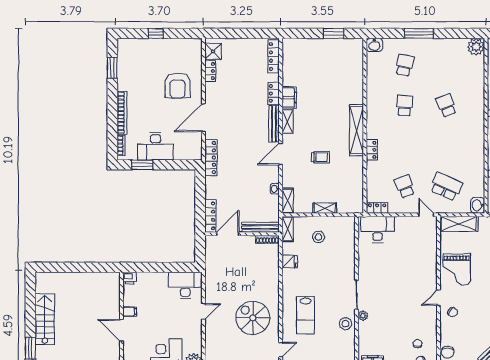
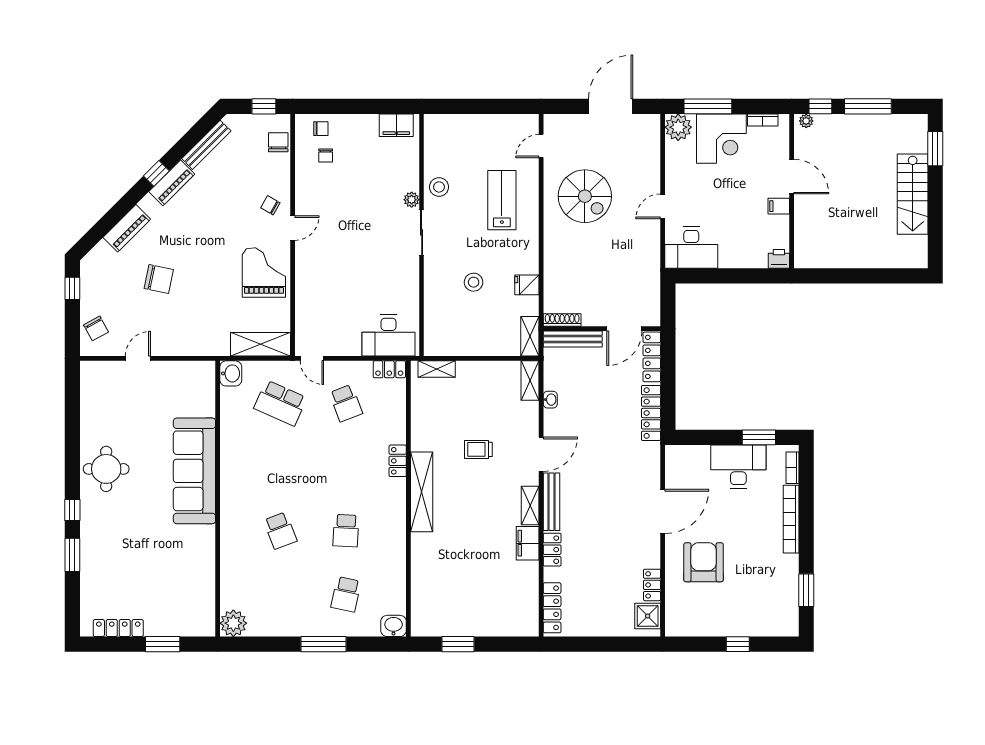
locker: (211, 158) -> (651, 413), moved
shelving: (325, 208) -> (437, 369), moved
stool: (318, 237) -> (474, 282), moved

